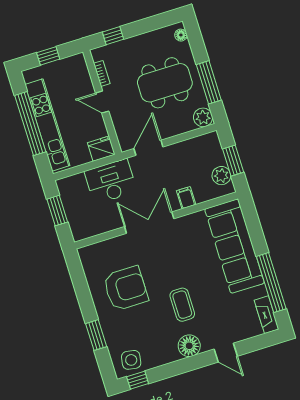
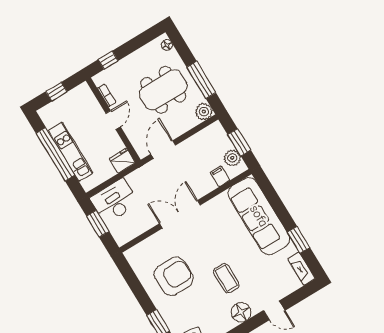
door: (102, 102) -> (113, 120), swing flipped
kitchen unit: (47, 125) -> (71, 152), width x0.73
desk: (111, 181) -> (114, 201), moved
filing cabinet: (186, 198) -> (220, 176), moved
window: (271, 283) -> (299, 240), width x0.47

